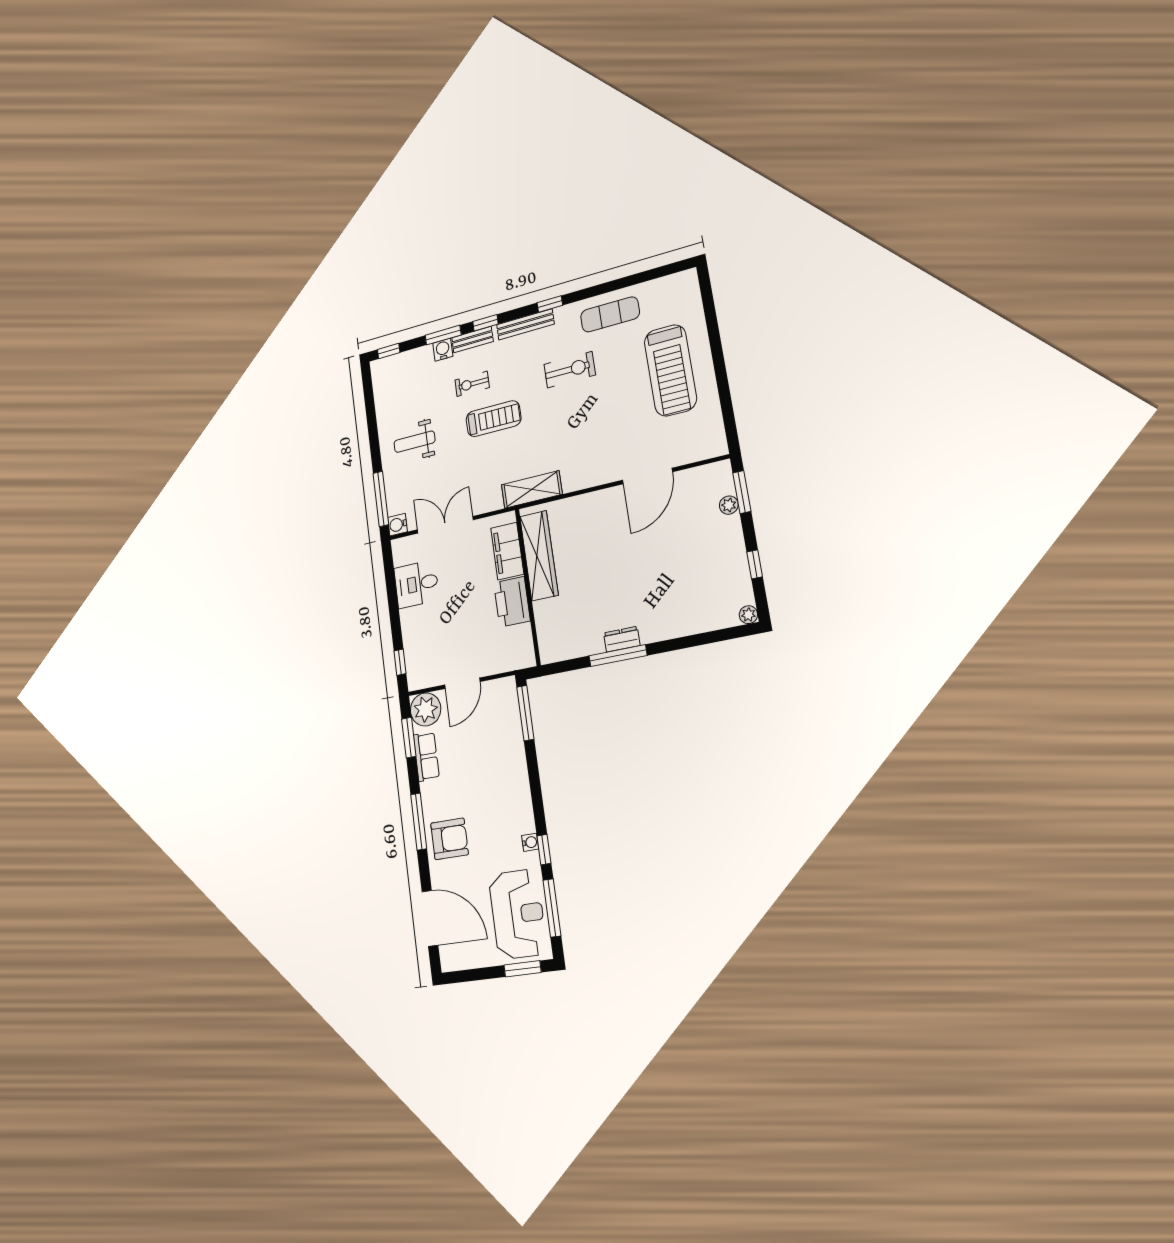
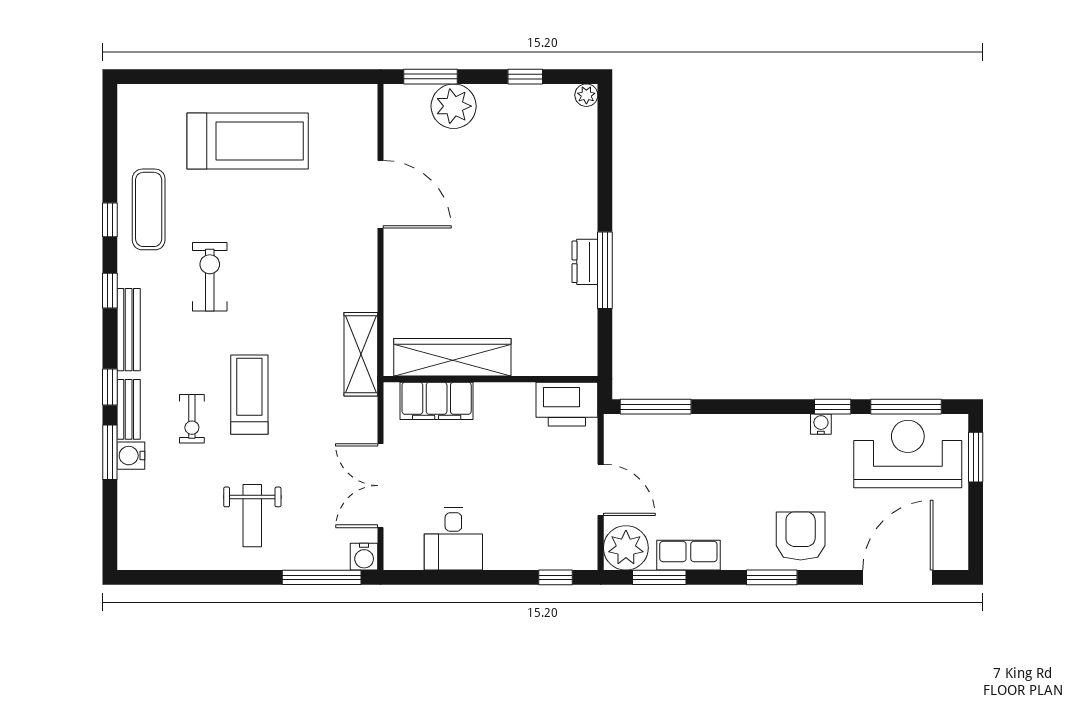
window: (389, 351) -> (110, 220), moved
plant: (729, 505) -> (454, 106), width x1.87, depth x1.87
printer: (512, 602) -> (567, 404), moved
window: (419, 822) -> (772, 577), width x0.69

